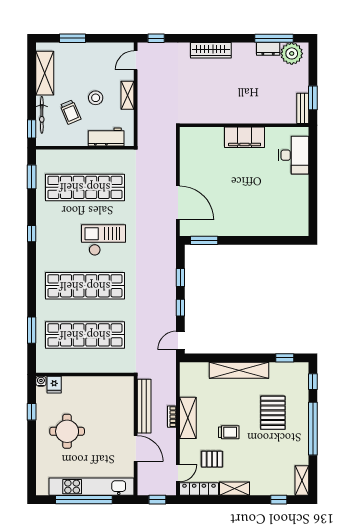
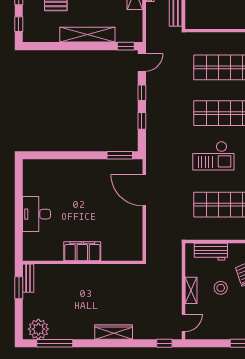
dresser: (268, 49) -> (60, 333), removed
desk: (294, 155) -> (37, 214), moved
window: (285, 358) -> (126, 46), moved

